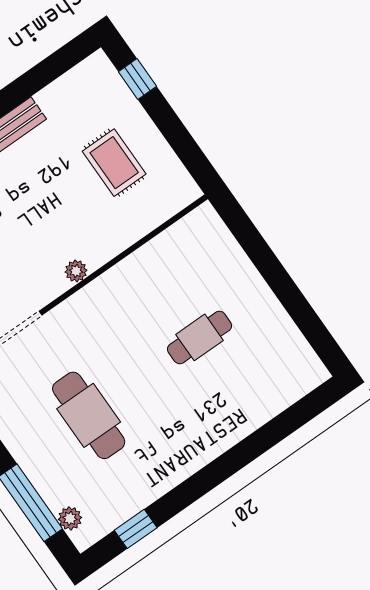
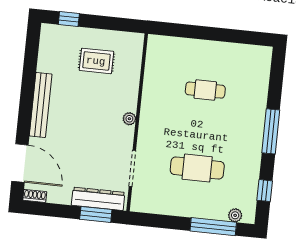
cafe table: (200, 337) -> (205, 90), turned 90
window: (220, 470) -> (271, 131), added

